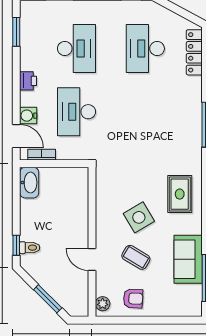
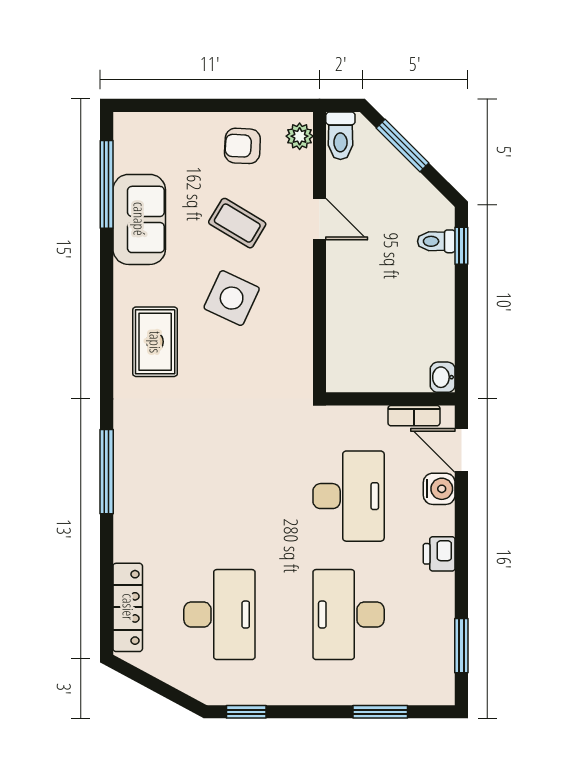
washbasin: (29, 183) -> (443, 377), width x0.52, depth x0.69
side table: (139, 217) -> (232, 298), turned -34
toilet: (81, 304) -> (340, 136), added

